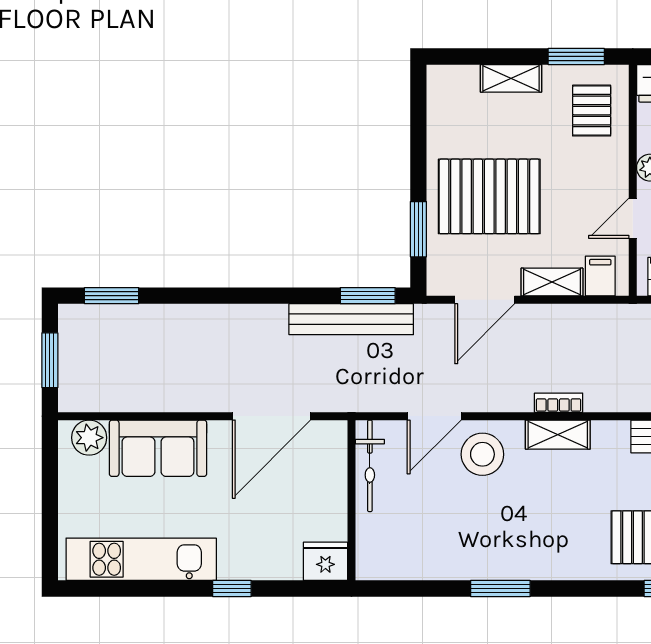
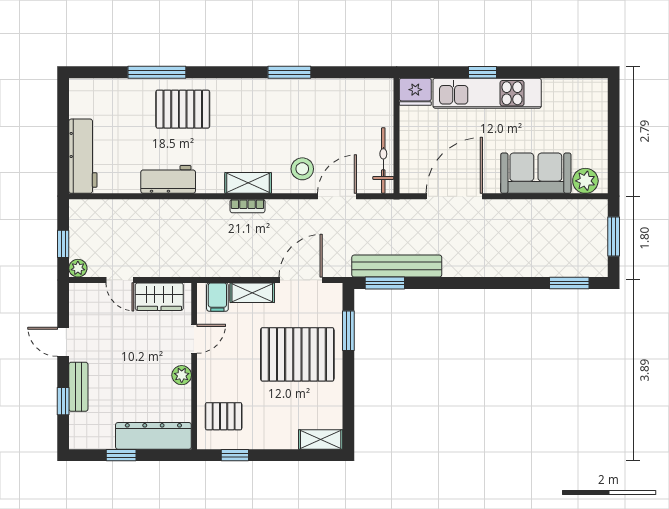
window: (576, 56) -> (235, 455), width x0.67
shelving: (511, 78) -> (321, 439), moved
pallet: (592, 111) -> (224, 416), turned 90
stool: (482, 454) -> (302, 169), width x0.73, depth x0.73
kitchen unit: (141, 559) -> (487, 93), moved

